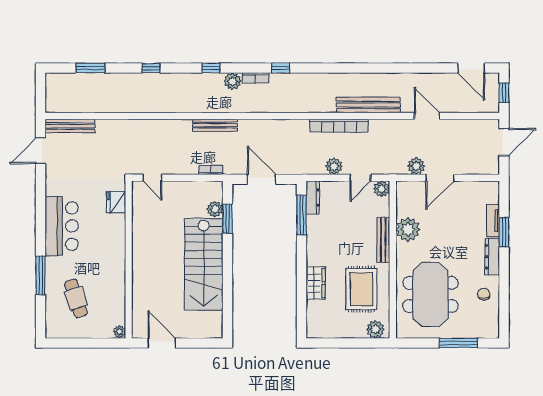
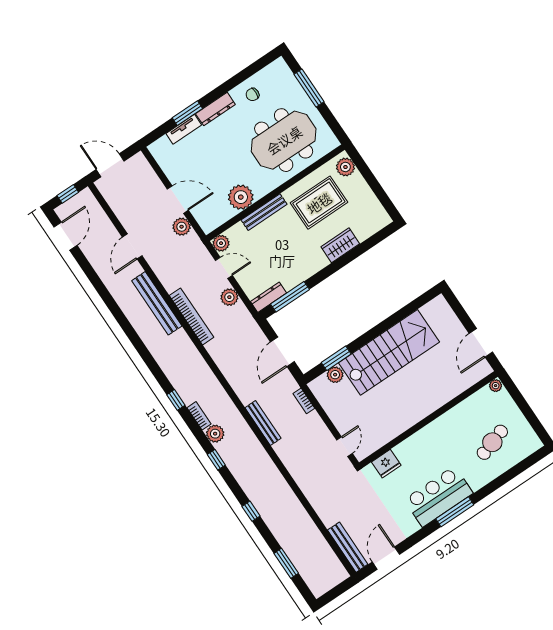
door: (41, 151) -> (386, 558), swing flipped
window: (41, 275) -> (455, 512), moved

